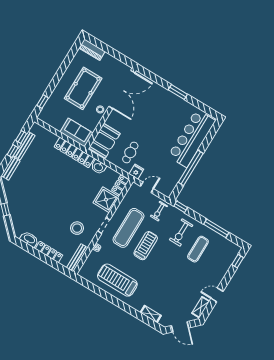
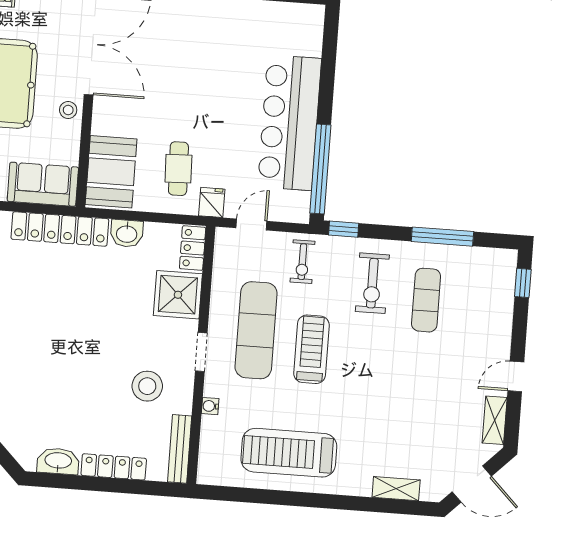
bar counter: (192, 138) -> (290, 123), moved
window: (191, 168) -> (320, 169), moved

